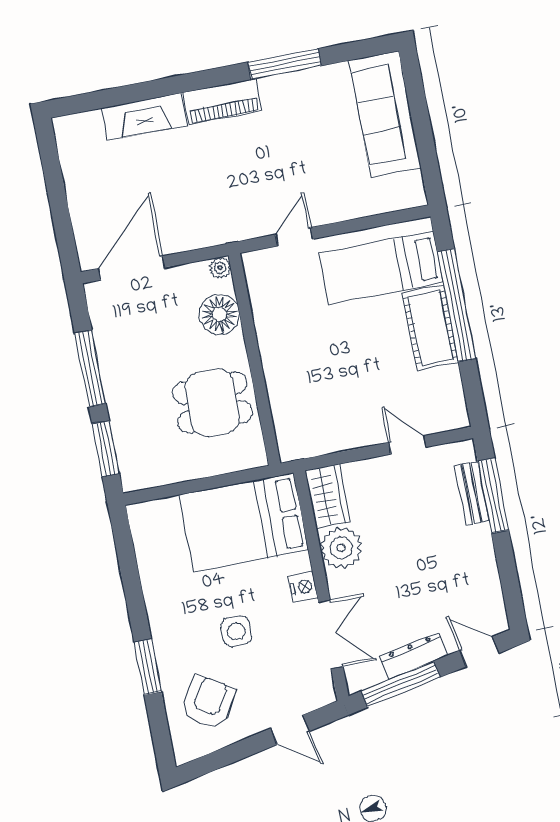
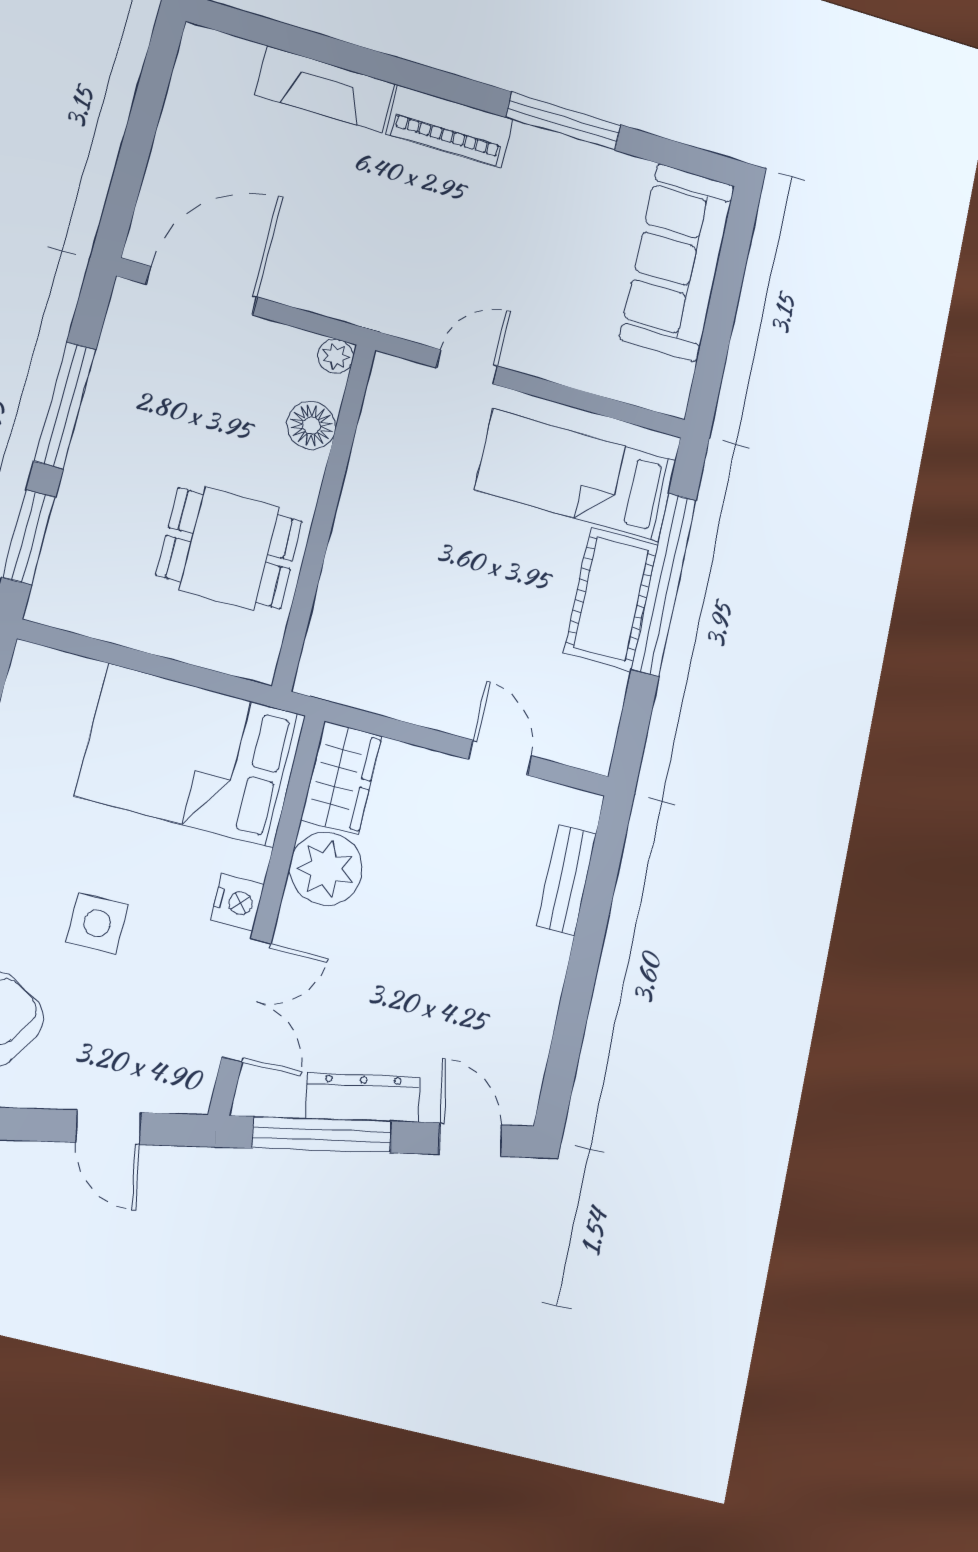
floor lamp: (219, 314) -> (311, 425), width x0.73, depth x0.73
window: (493, 496) -> (597, 899), removed

